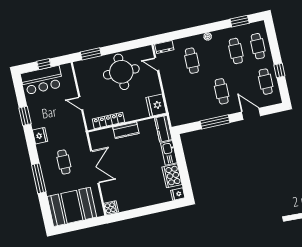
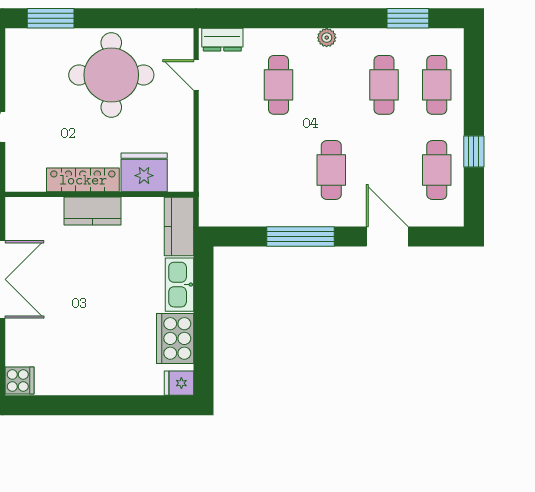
fridge: (156, 105) -> (144, 172), moved, turned 90
locker: (108, 121) -> (83, 180), moved

